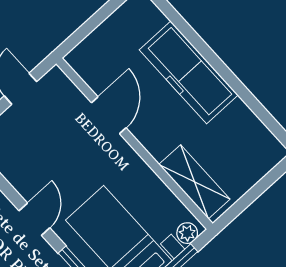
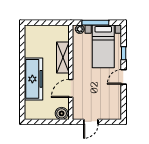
boiler: (85, 57) -> (62, 113), added
shelving: (194, 182) -> (63, 57), moved

